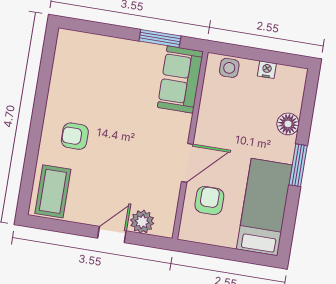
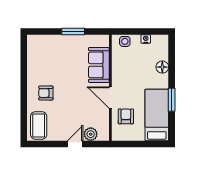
window: (160, 38) -> (73, 31), moved
sofa: (180, 79) -> (99, 65), moved
door: (187, 163) -> (110, 98), swing flipped
window: (298, 165) -> (172, 100), moved

